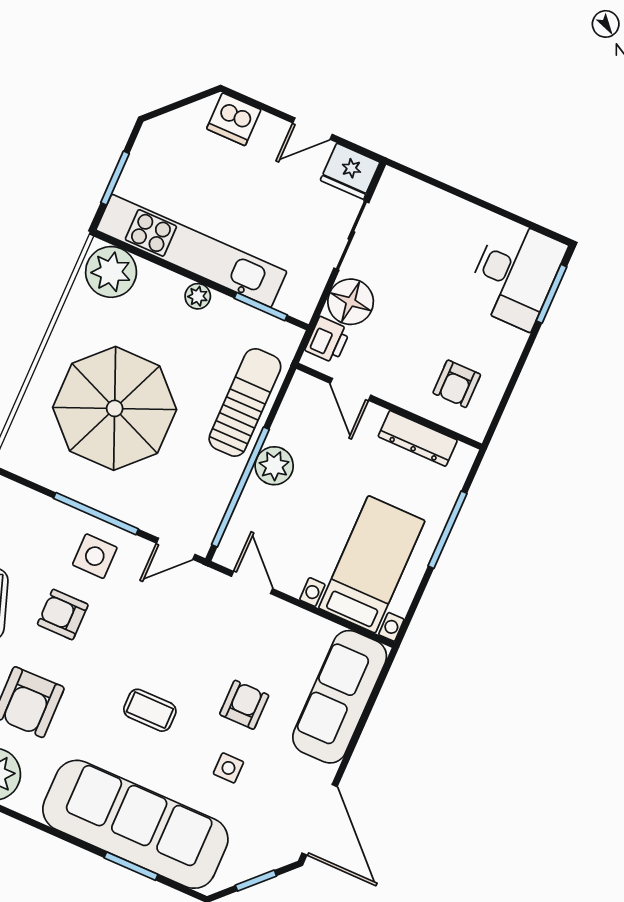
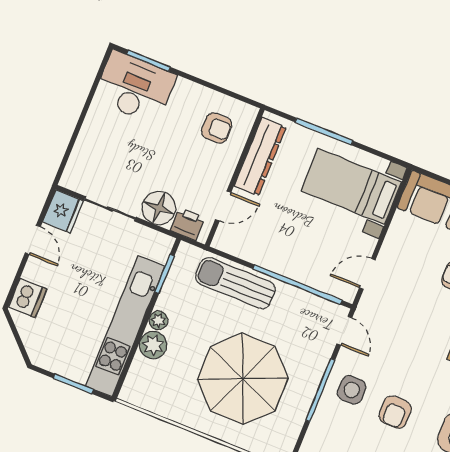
plant: (111, 272) -> (153, 345), moved, width x0.73, depth x0.73
dresser: (418, 438) -> (260, 157), width x1.37, depth x1.24
plant: (274, 466) -> (281, 260), removed

